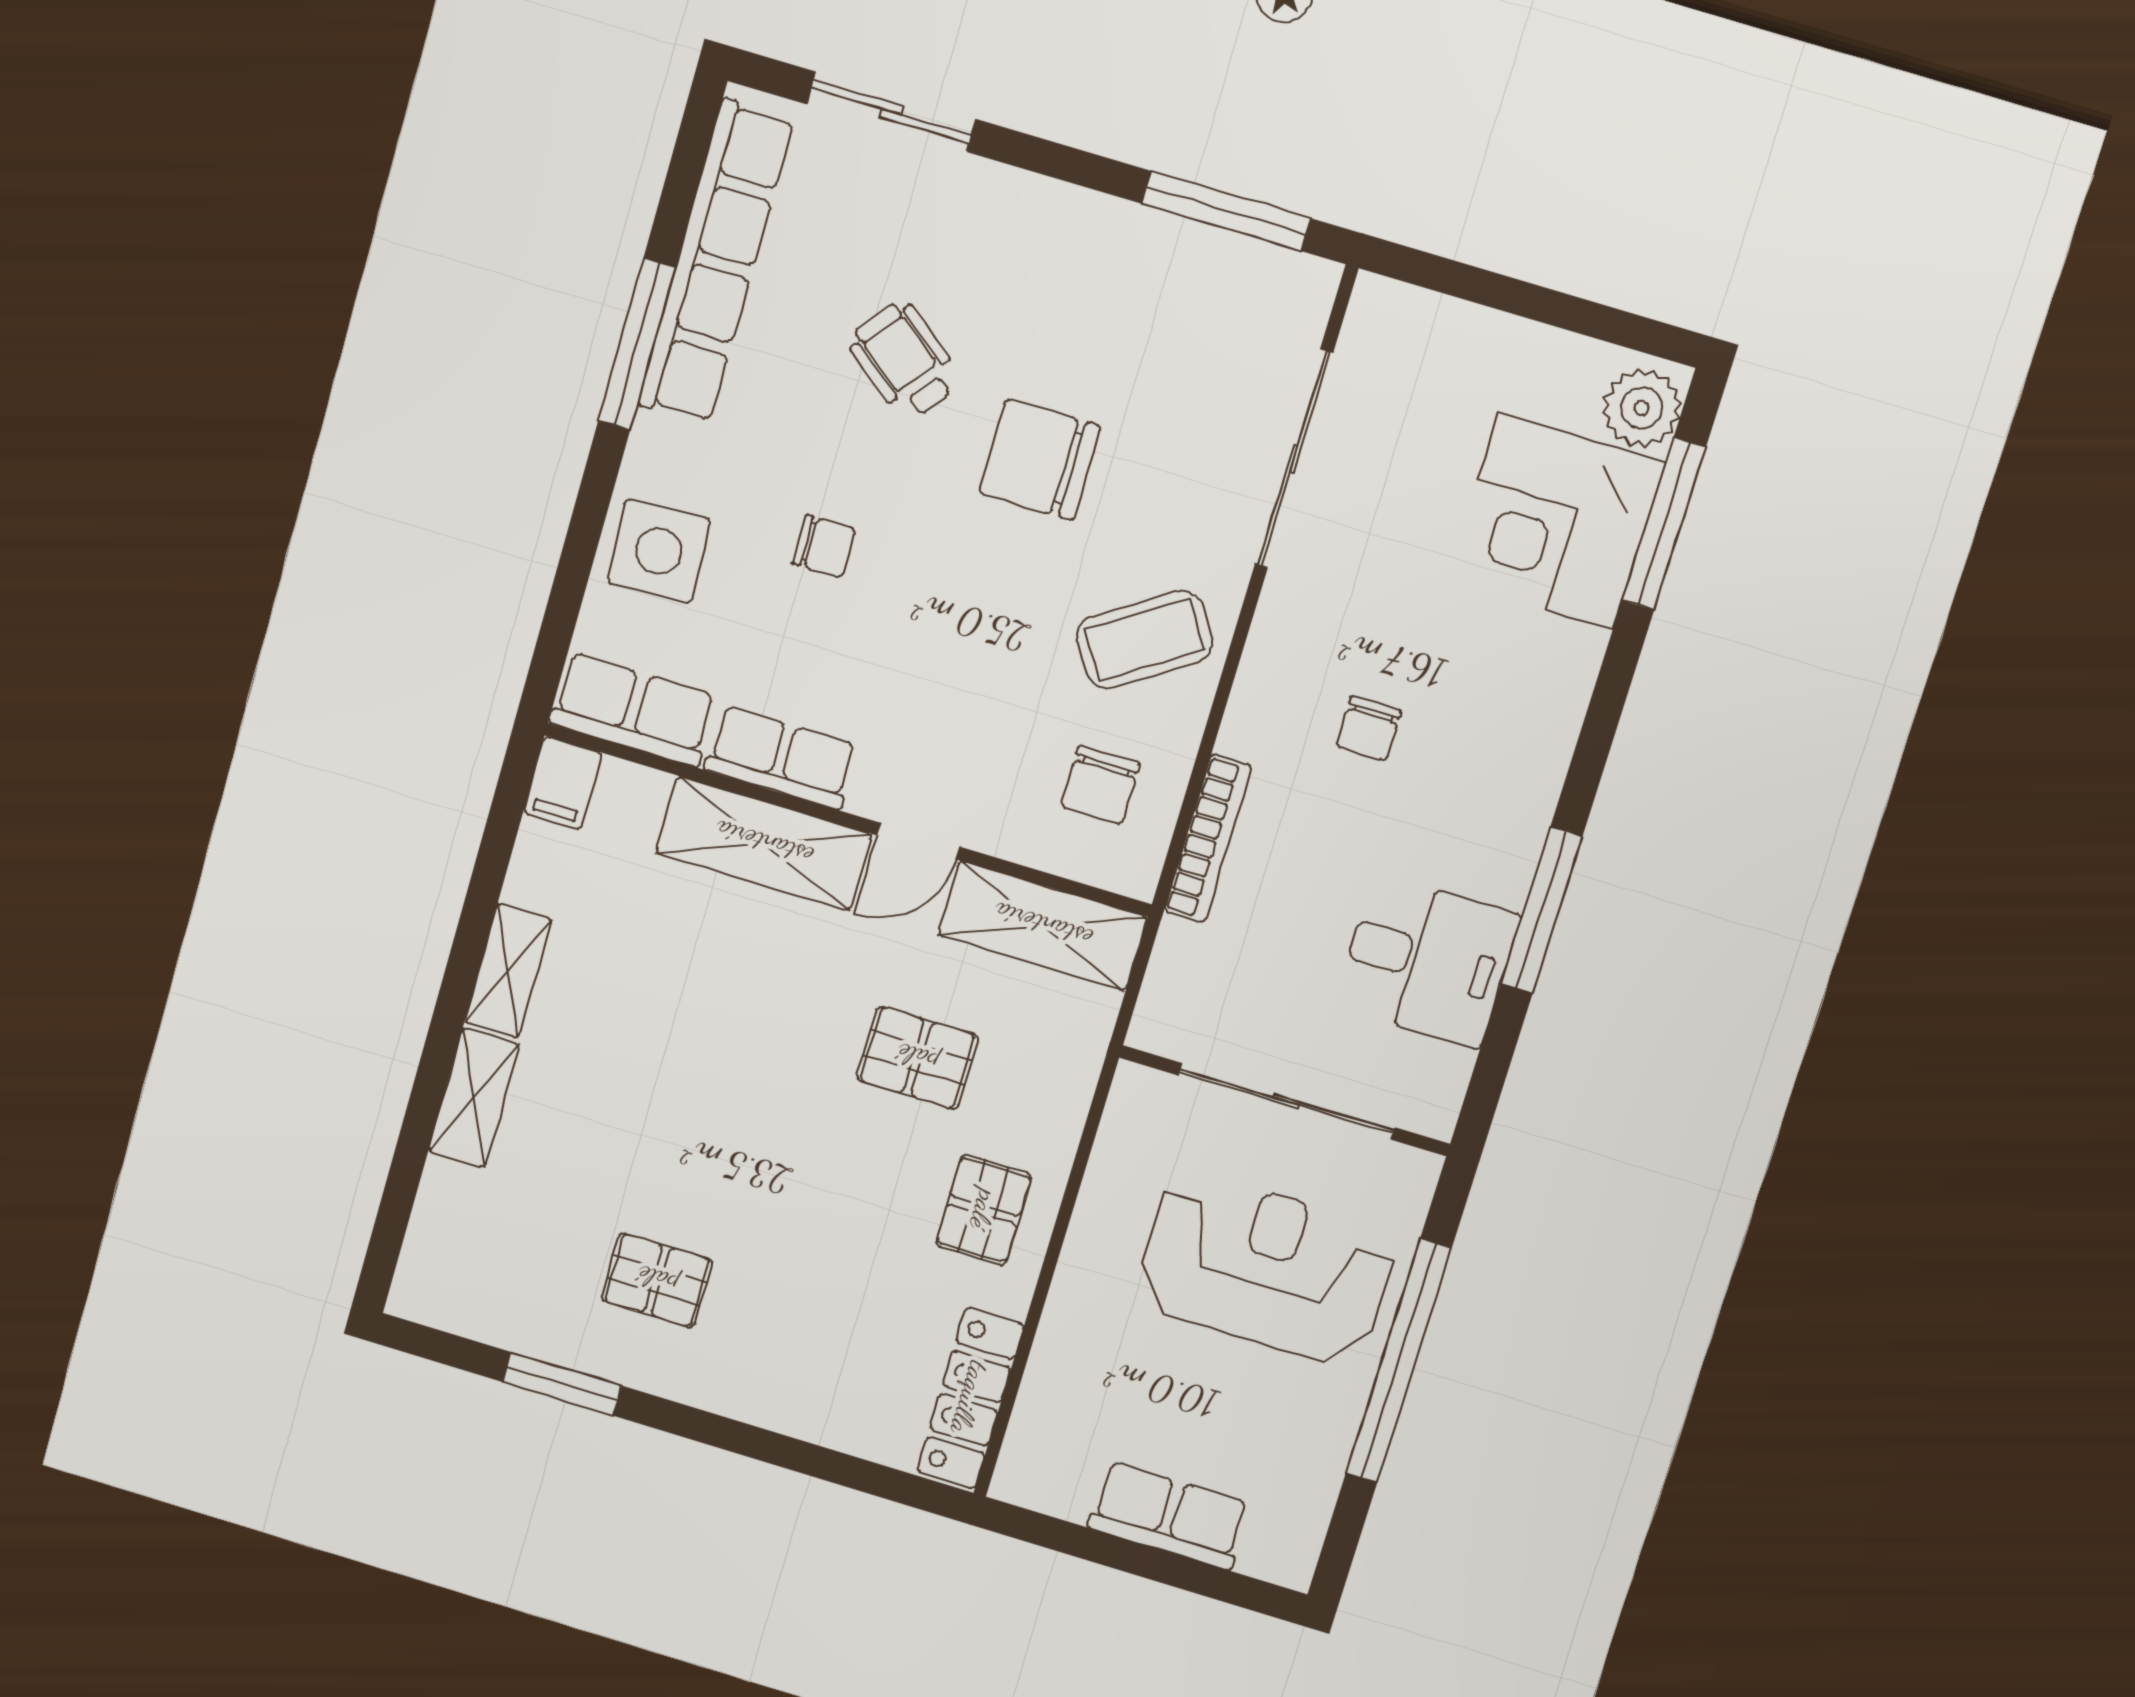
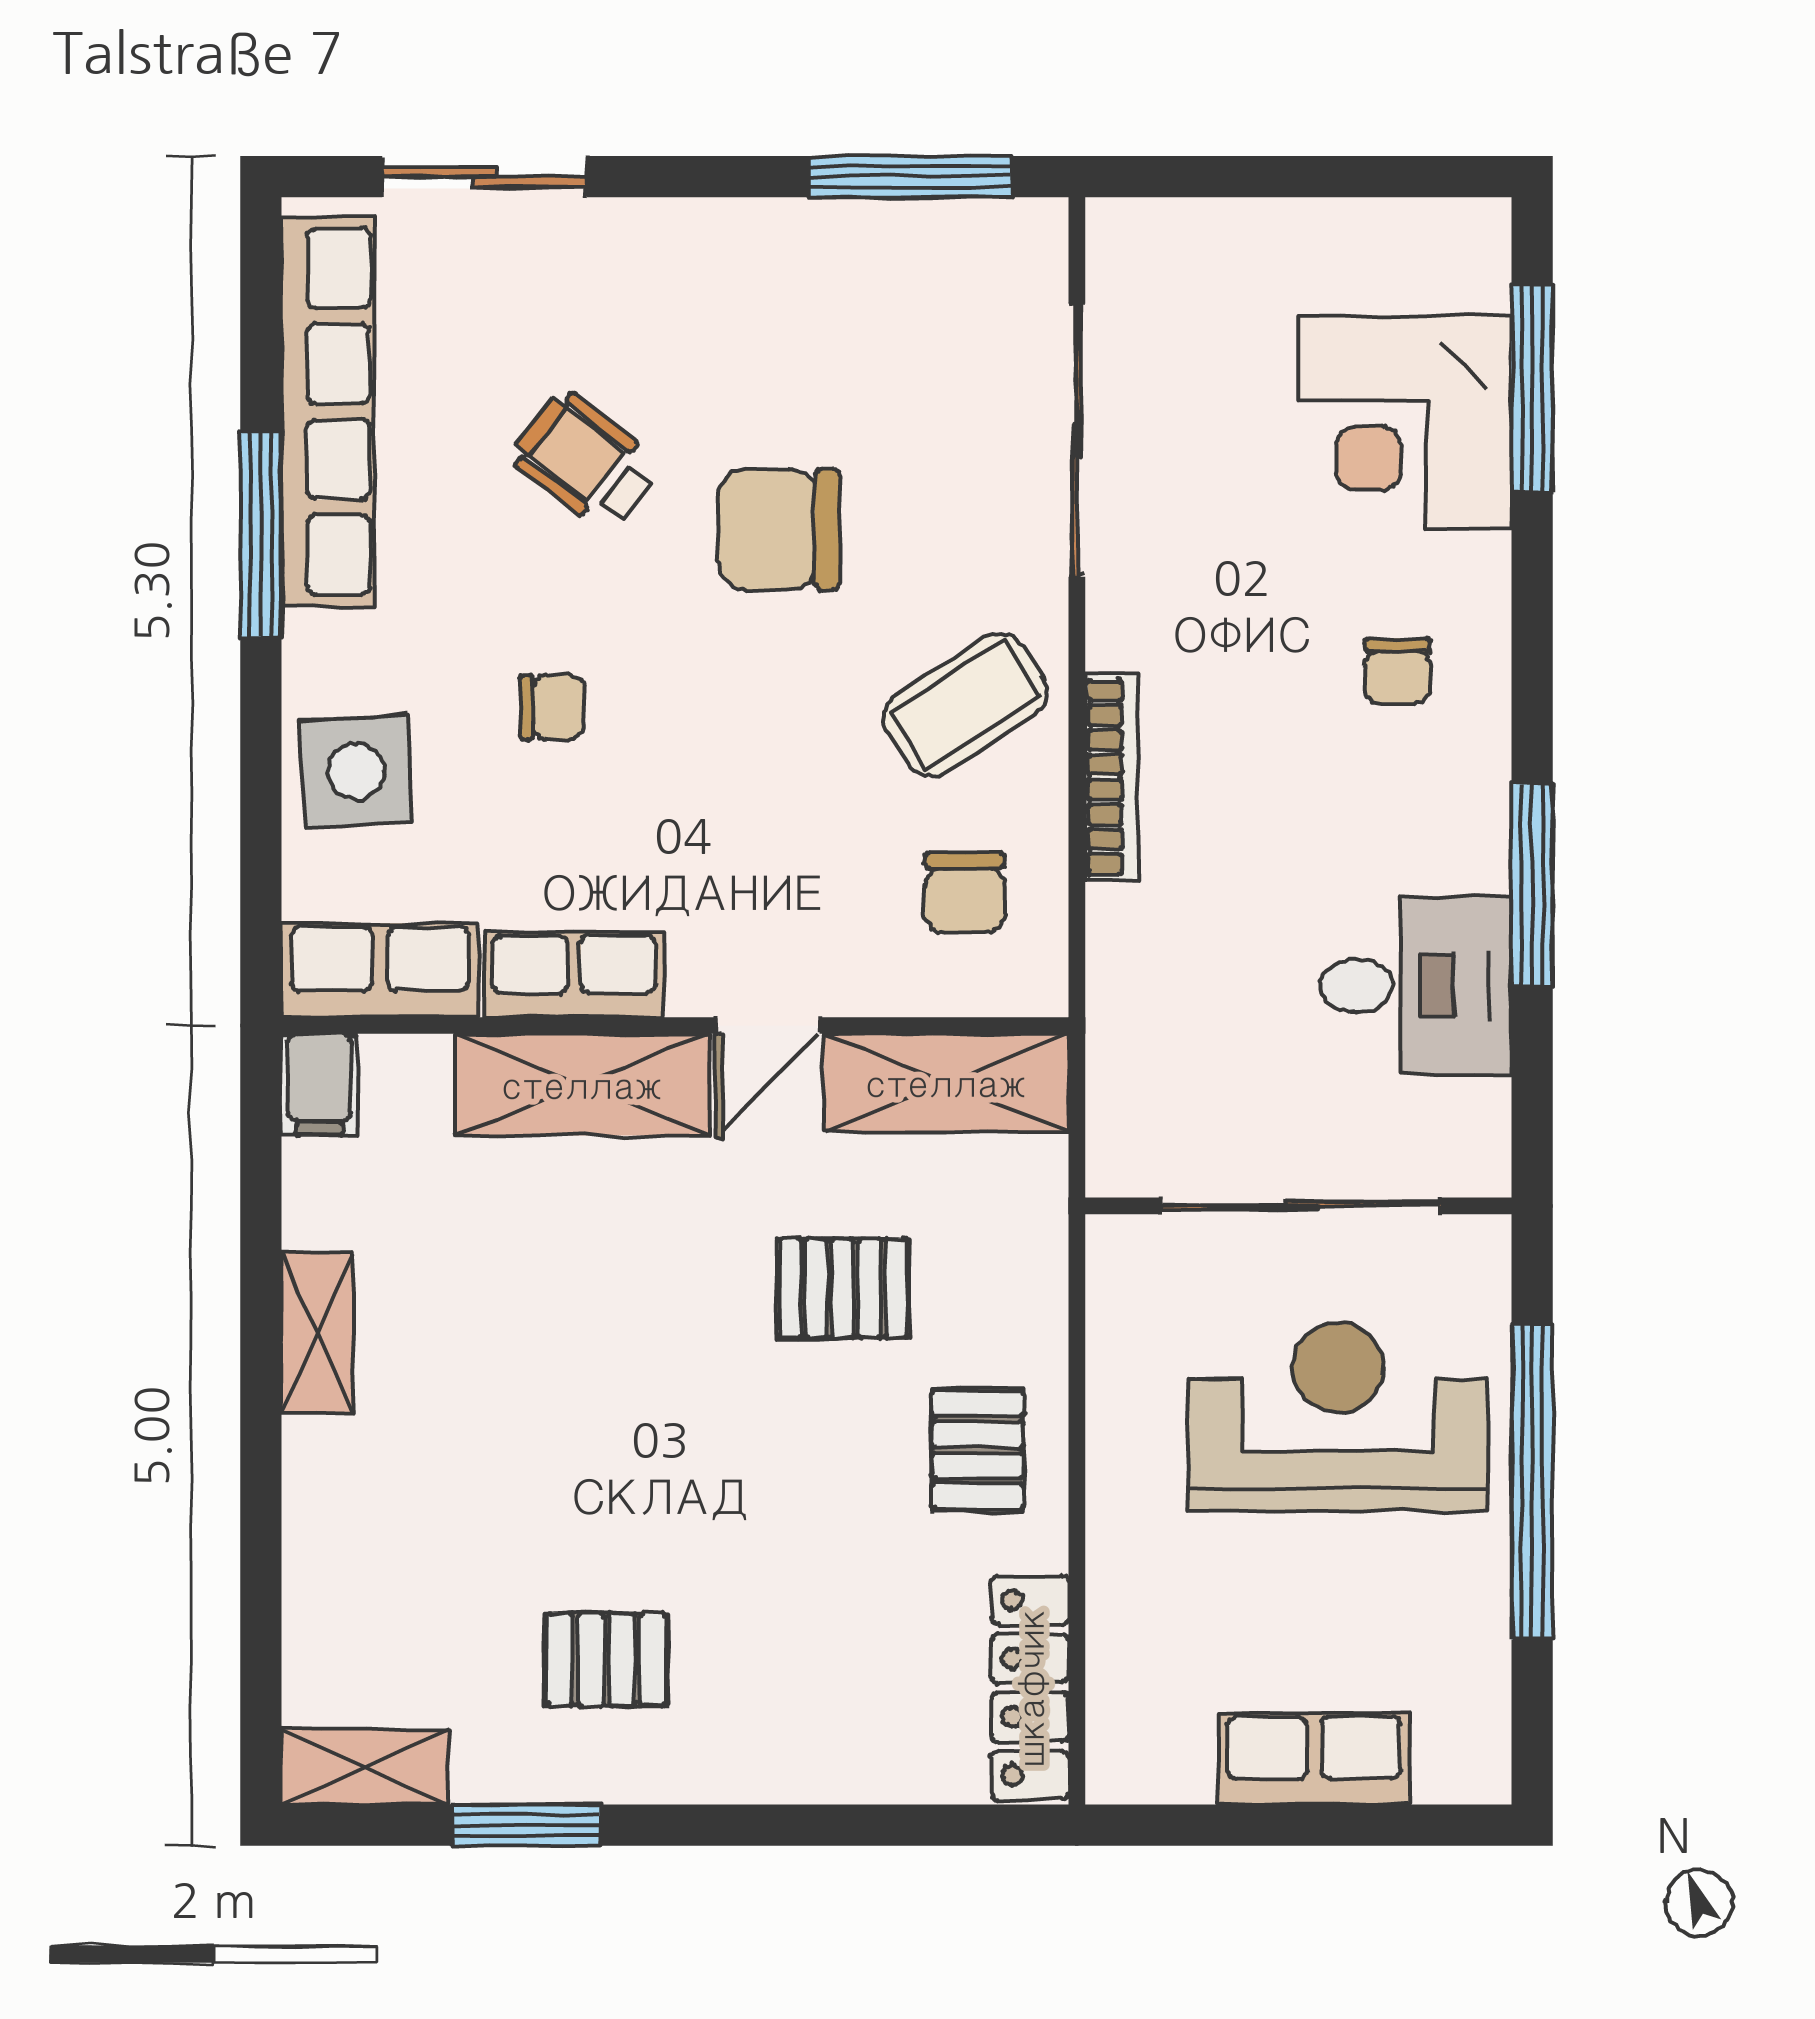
plant: (1642, 408) -> (1464, 261), removed
chair: (1369, 729) -> (1398, 671), moved
bookcase: (1208, 838) -> (1111, 777), moved
shelving: (474, 1098) -> (365, 1767), moved, turned 90

